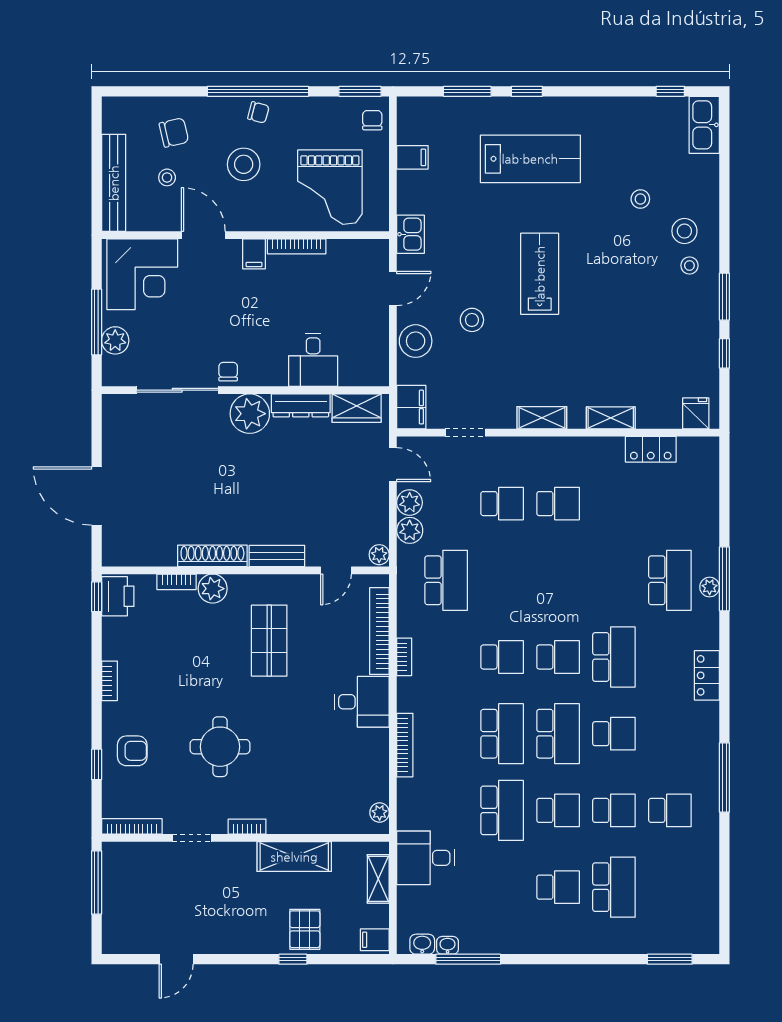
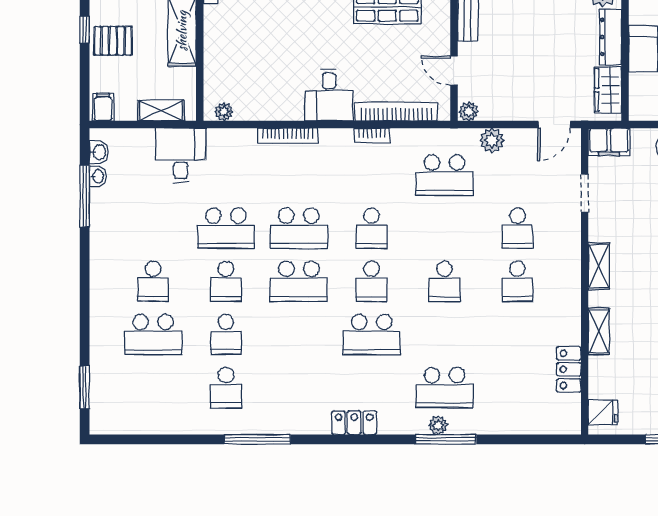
plant: (410, 503) -> (518, 140), removed
school desk: (614, 734) -> (444, 281), moved

